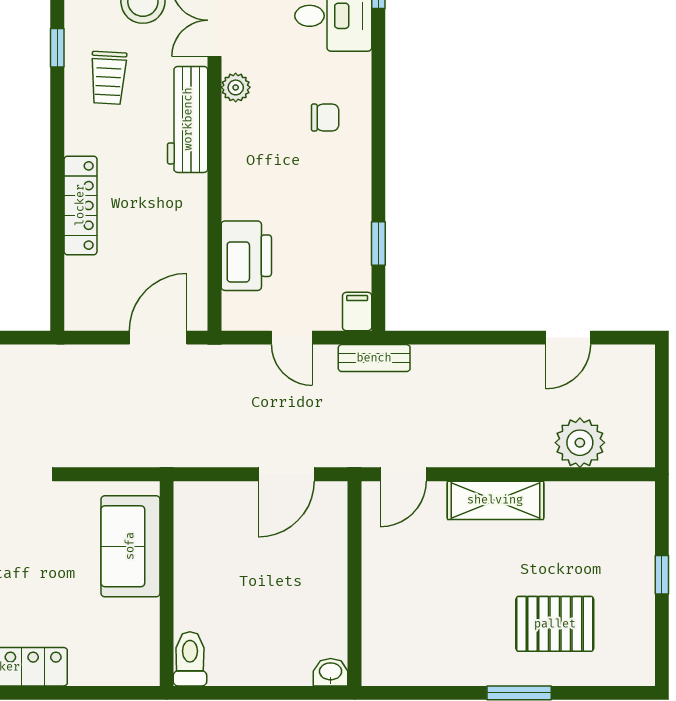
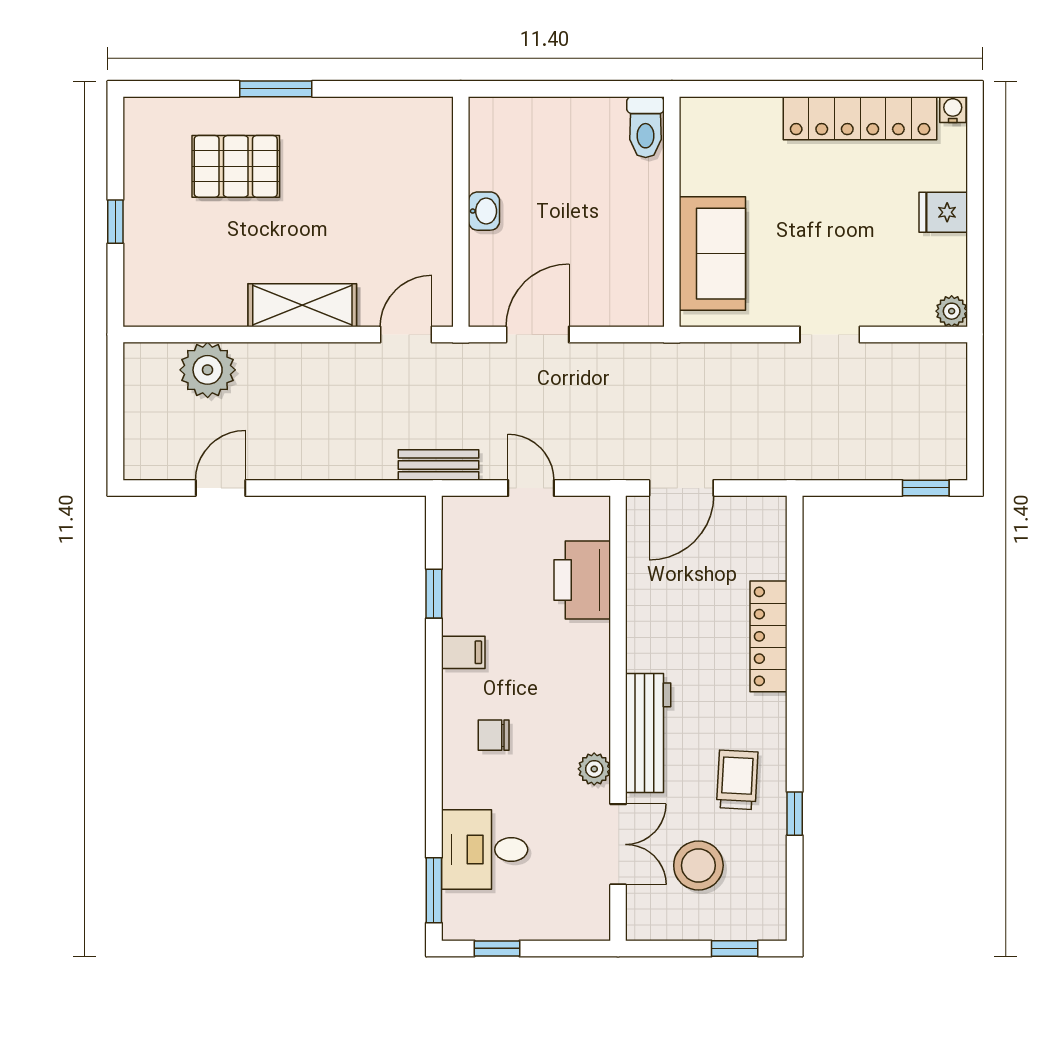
filing cabinet: (357, 311) -> (463, 652), moved, turned -90
washbasin: (331, 672) -> (484, 211), moved, turned -90

